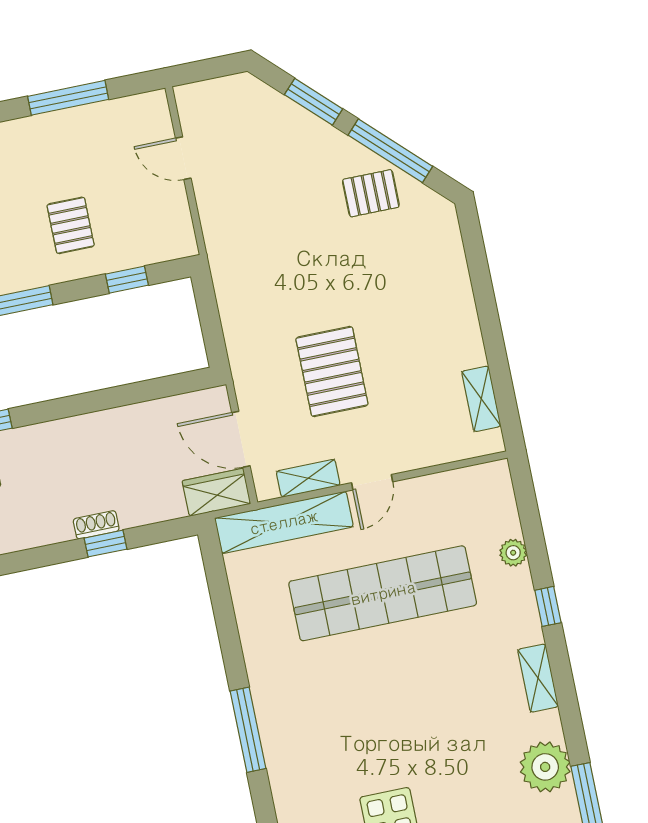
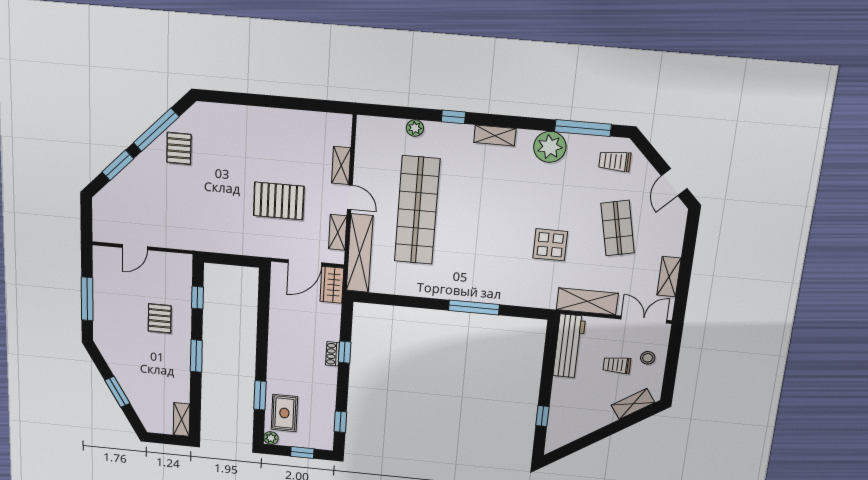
pallet: (71, 225) -> (160, 318), turned 90
shelving: (481, 399) -> (341, 166), moved, turned 90

